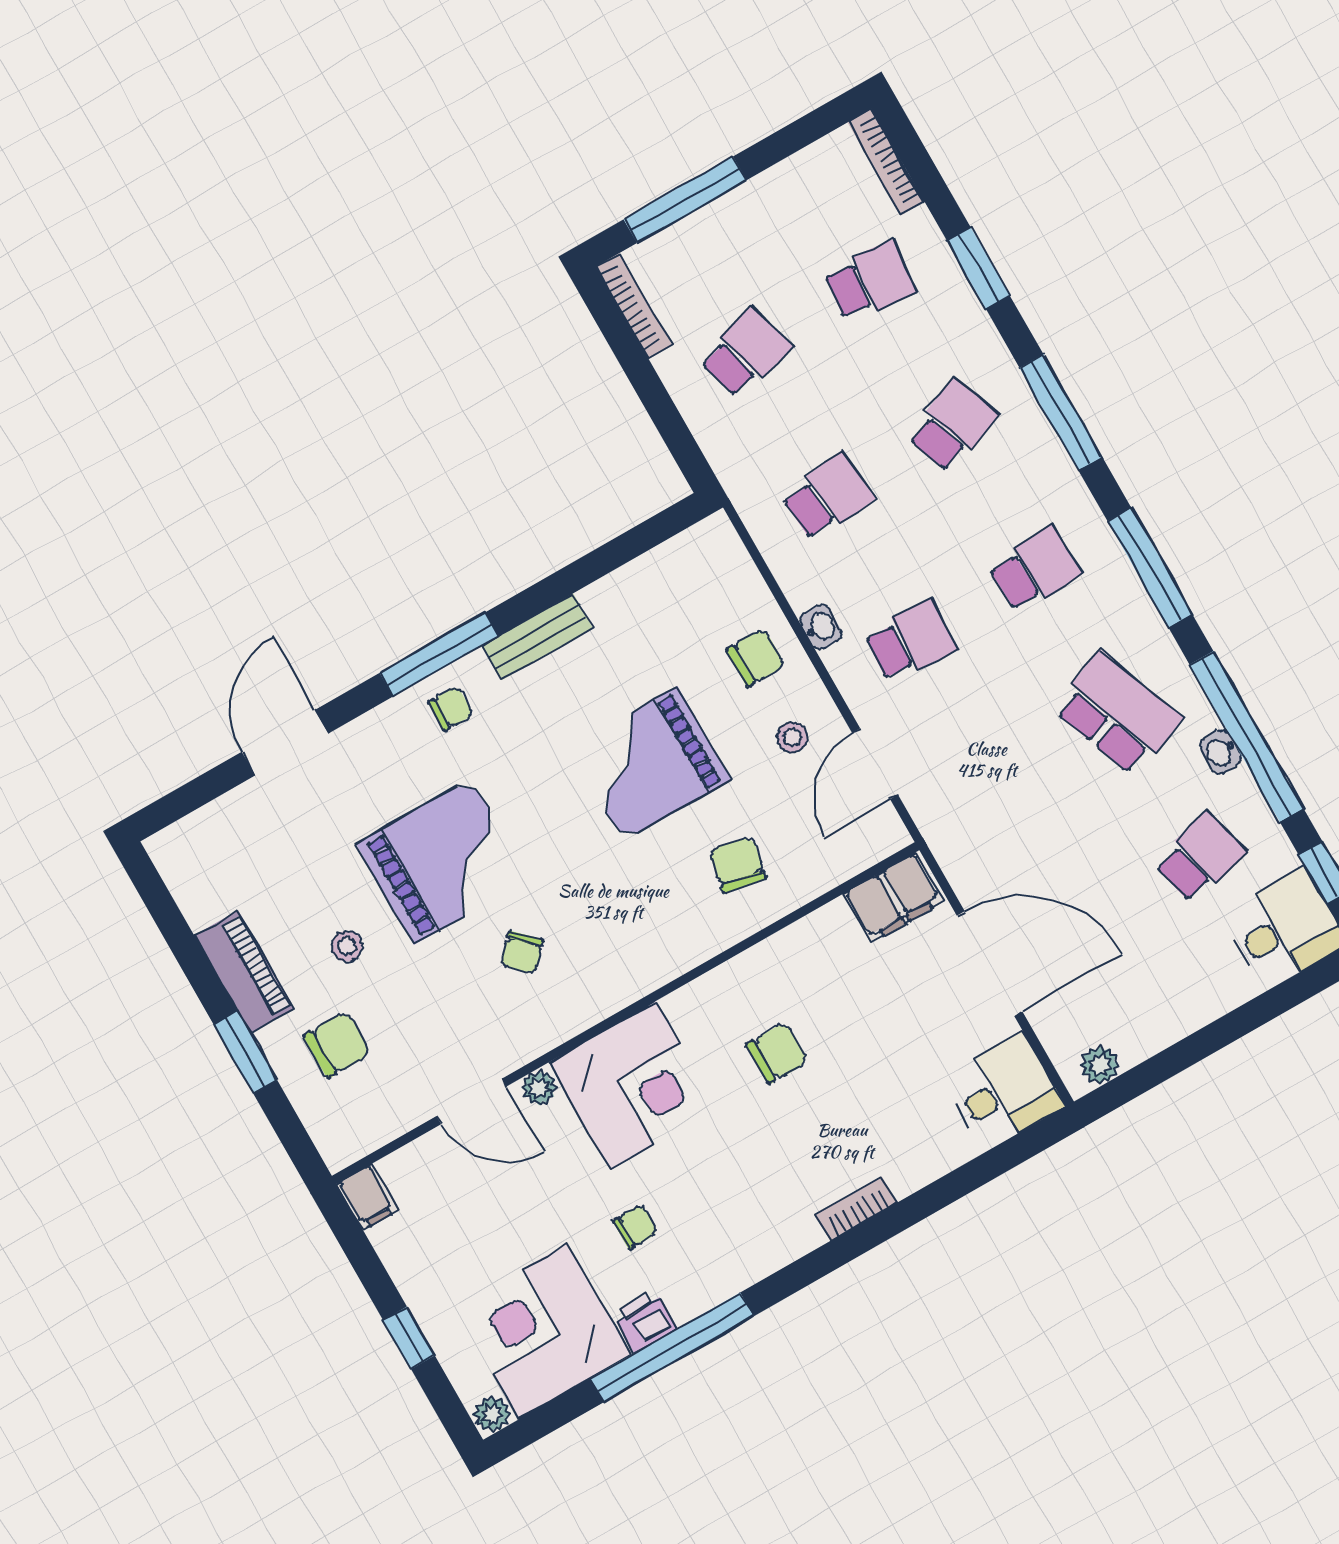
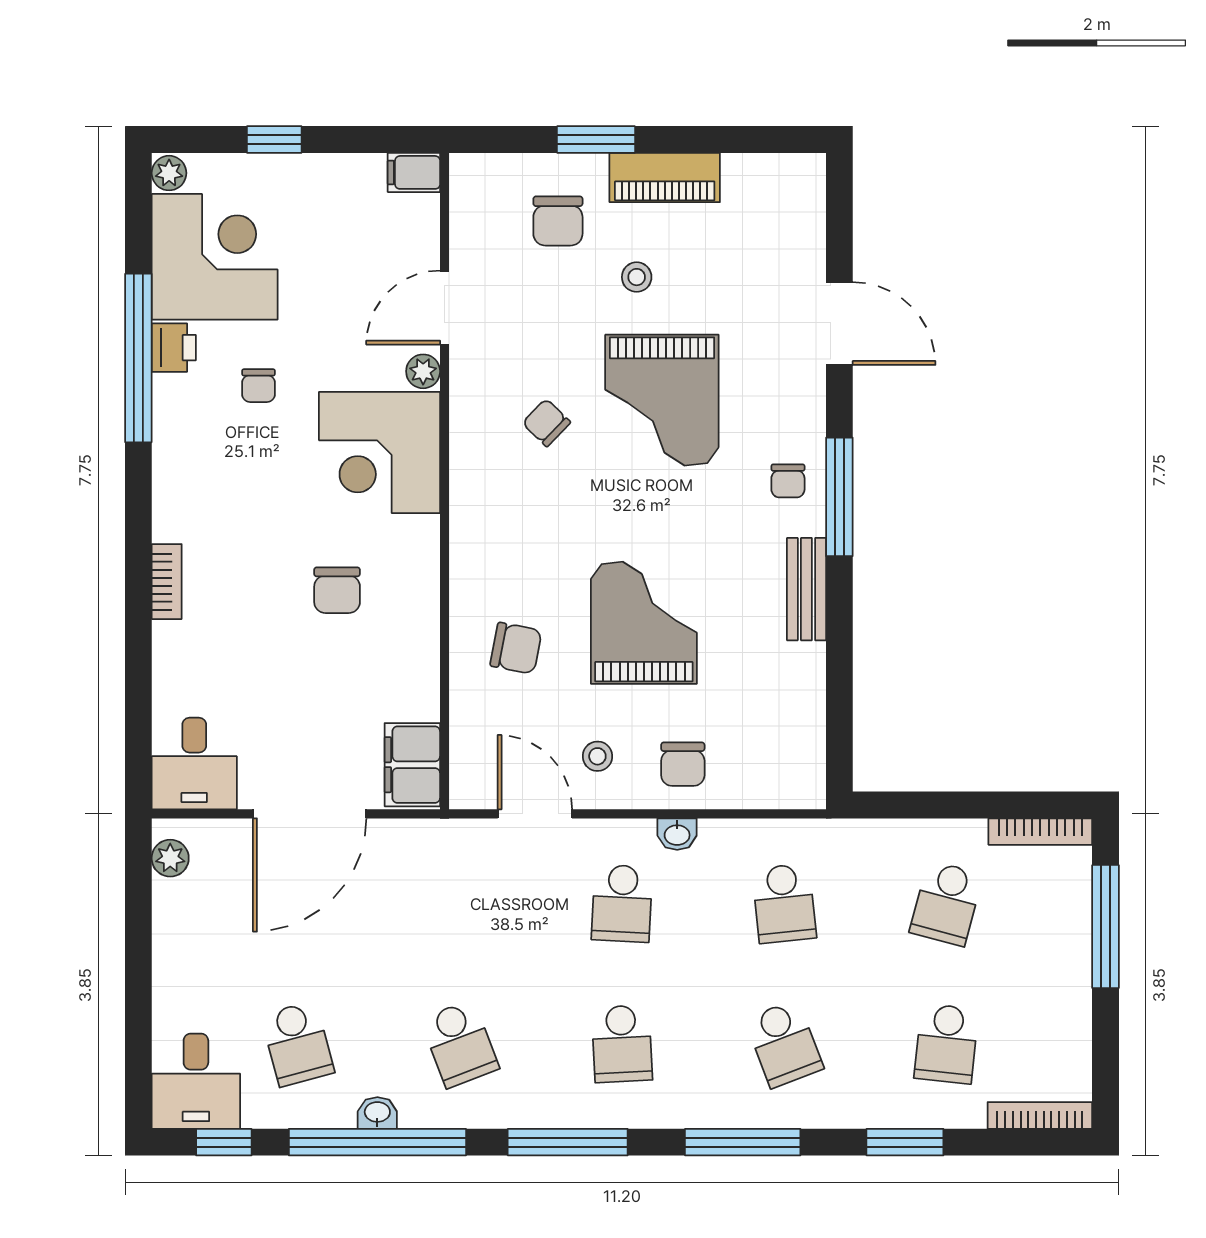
school desk: (745, 353) -> (946, 903), turned 30
school desk: (1117, 713) -> (460, 1044), width x0.54

